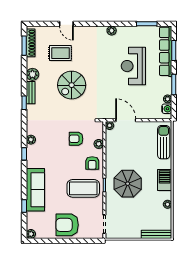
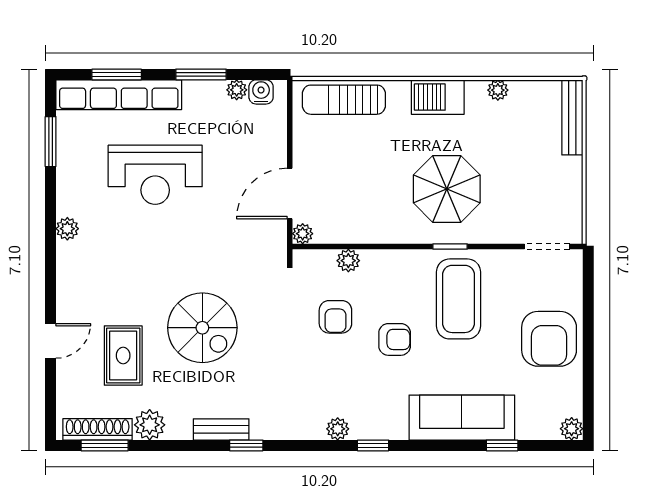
plant: (32, 74) -> (150, 425), moved
armchair: (92, 163) -> (395, 339), moved

